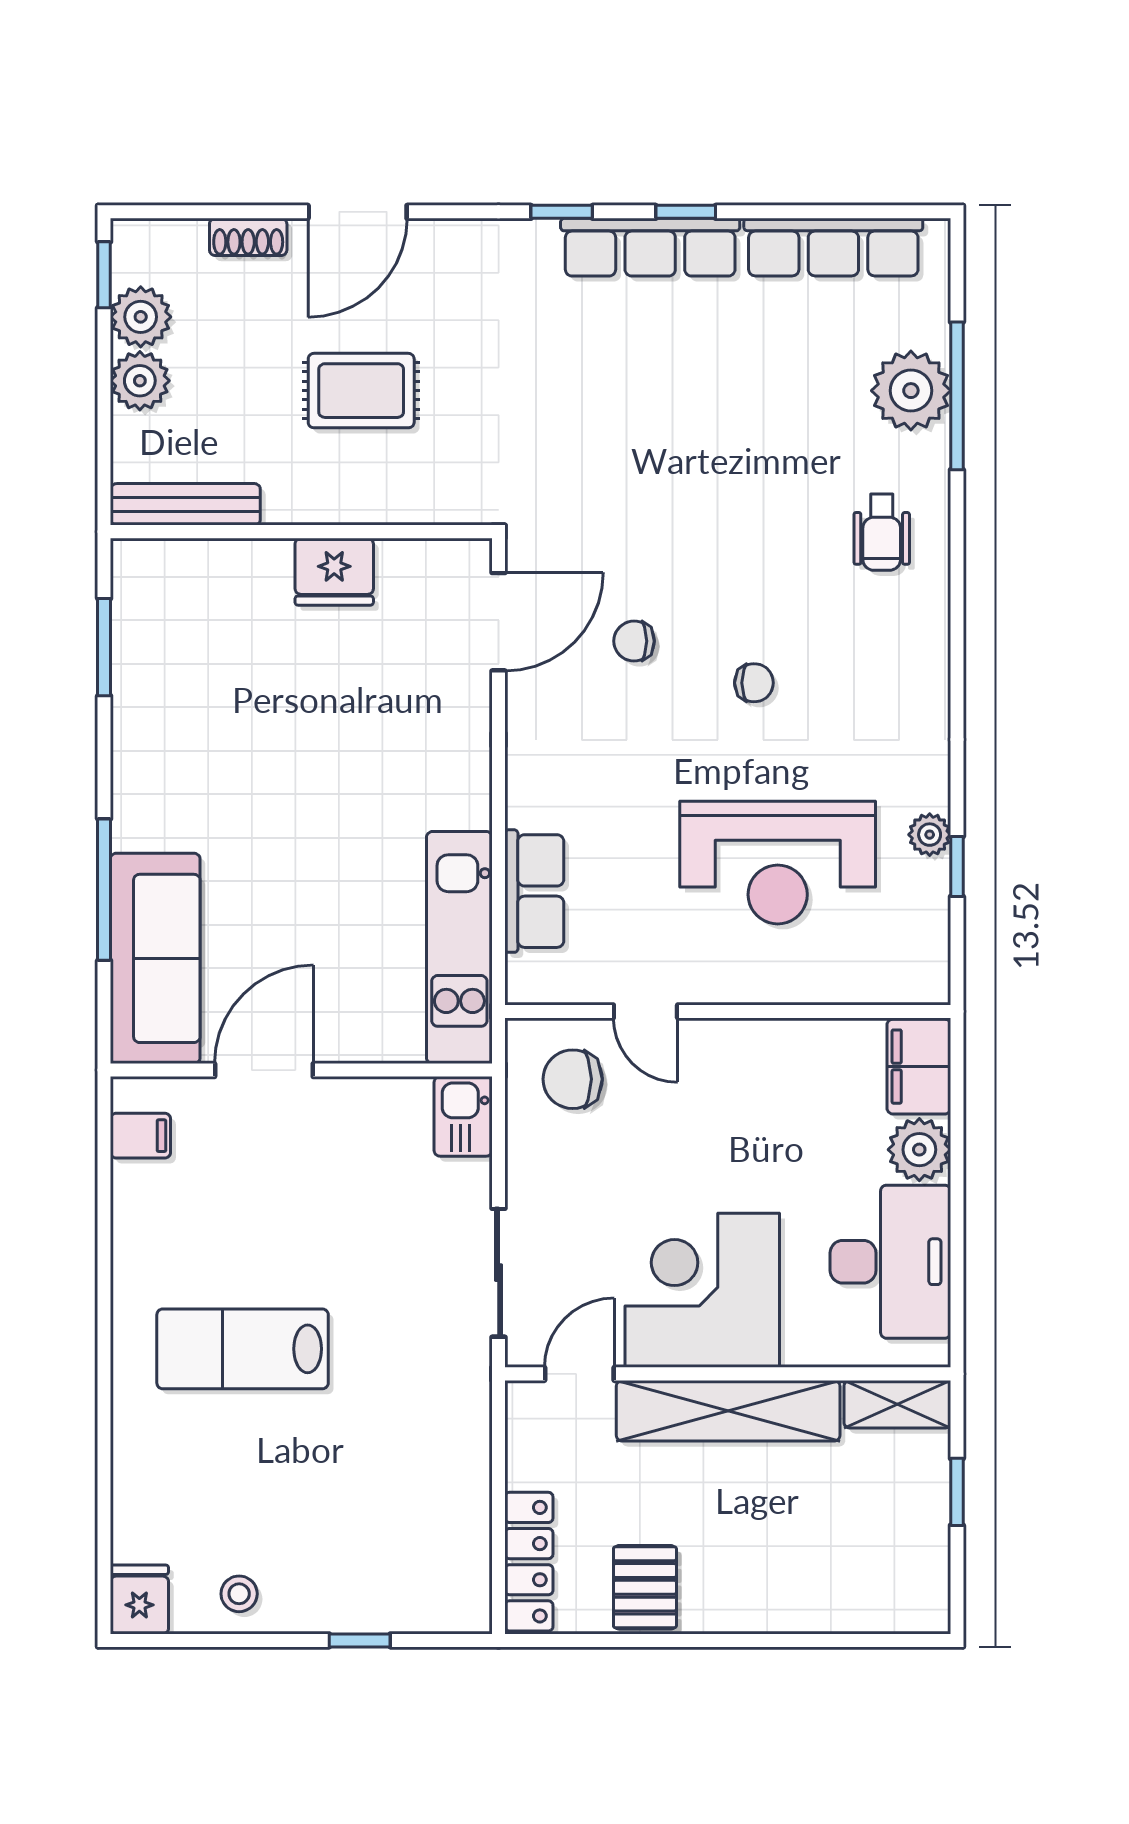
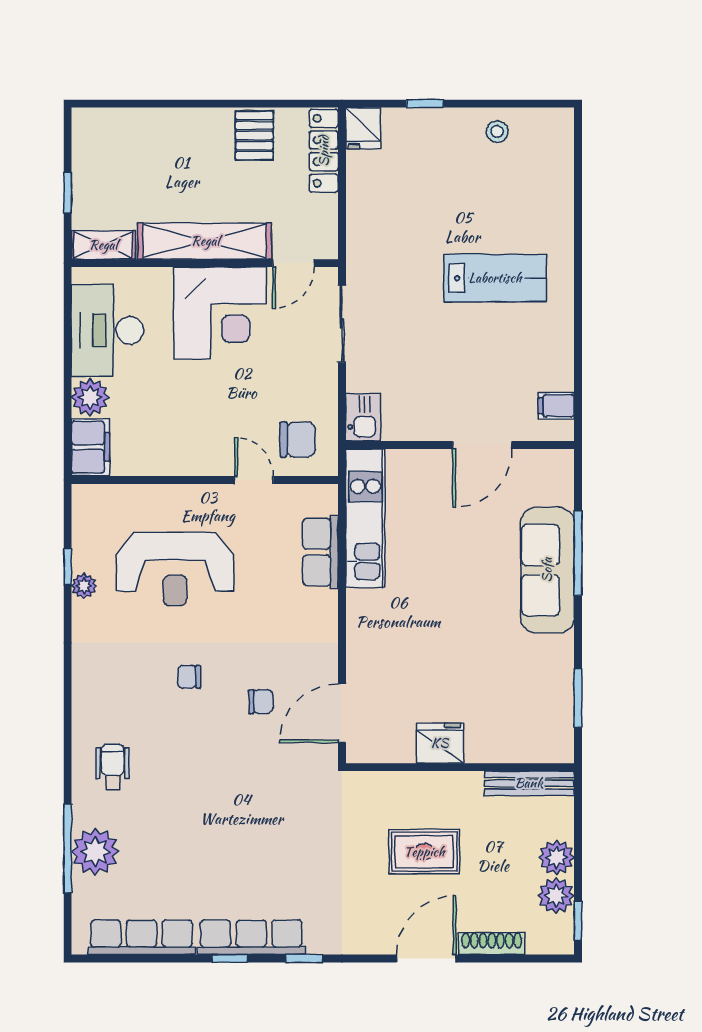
shoe rack: (248, 237) -> (492, 943), width x1.43
reception desk: (778, 863) -> (175, 569), turned 180
sofa: (155, 958) -> (547, 570), moved
fridge: (139, 1599) -> (363, 128), moved

